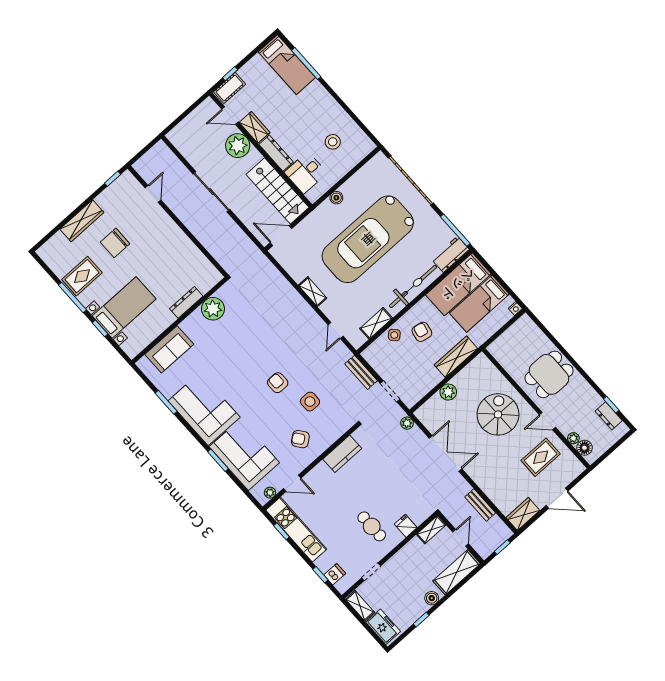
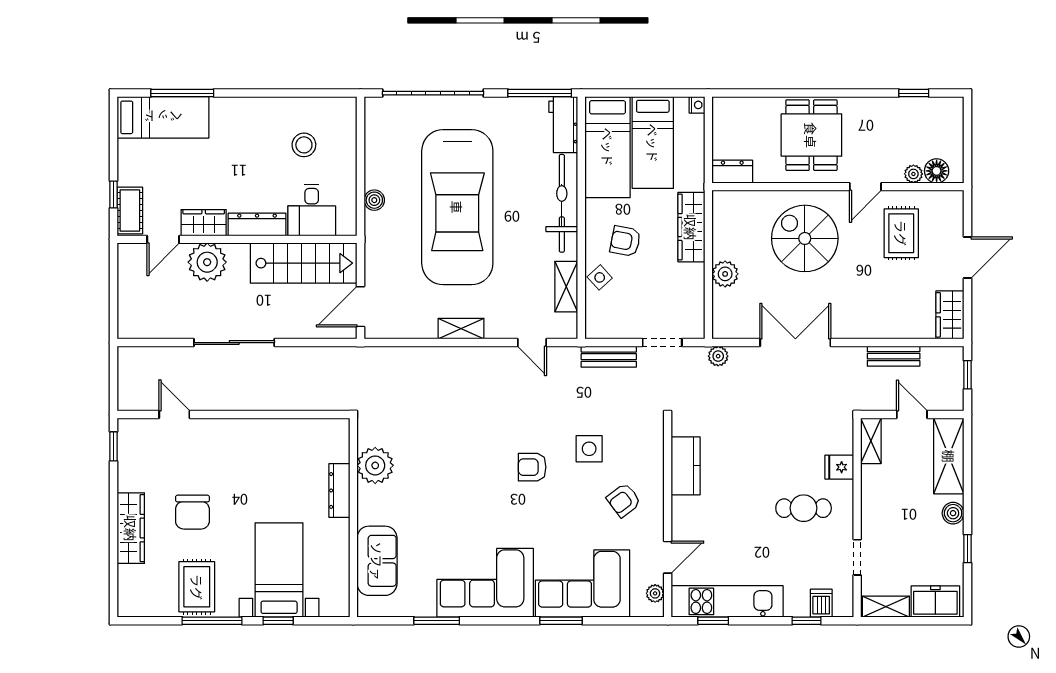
dresser: (609, 416) -> (732, 172), moved, turned 180

